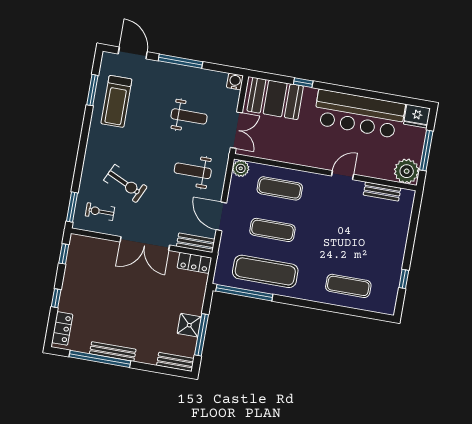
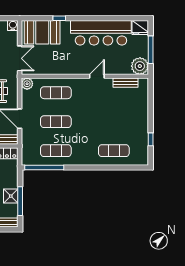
exercise mat: (265, 271) -> (56, 151), width x0.73, depth x0.69

